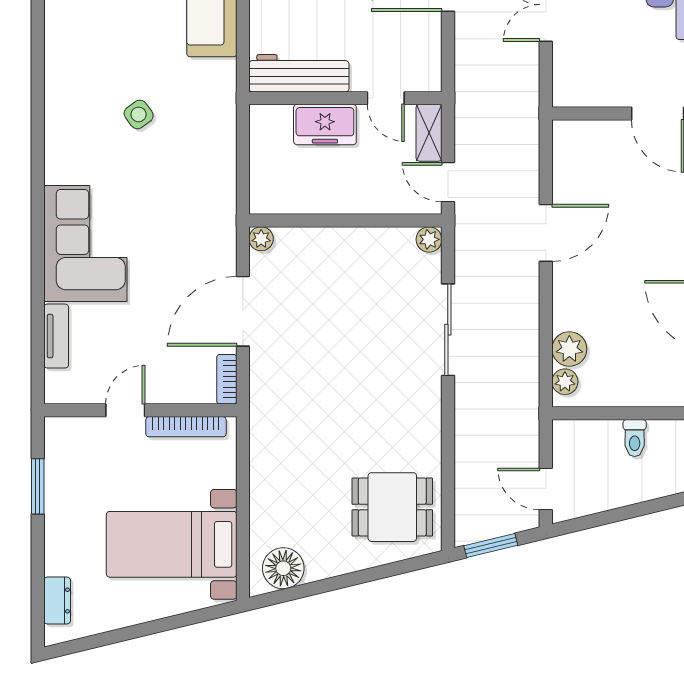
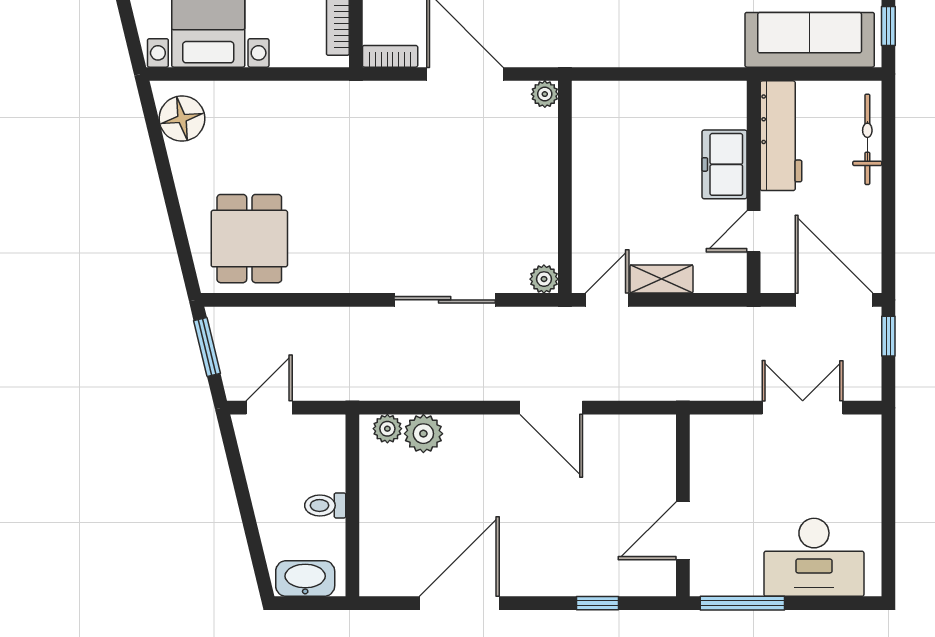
workbench: (299, 73) -> (781, 136), moved
wall: (345, 98) -> (754, 187), moved
door: (386, 98) -> (754, 231), moved
freezer: (325, 125) -> (724, 164), moved

